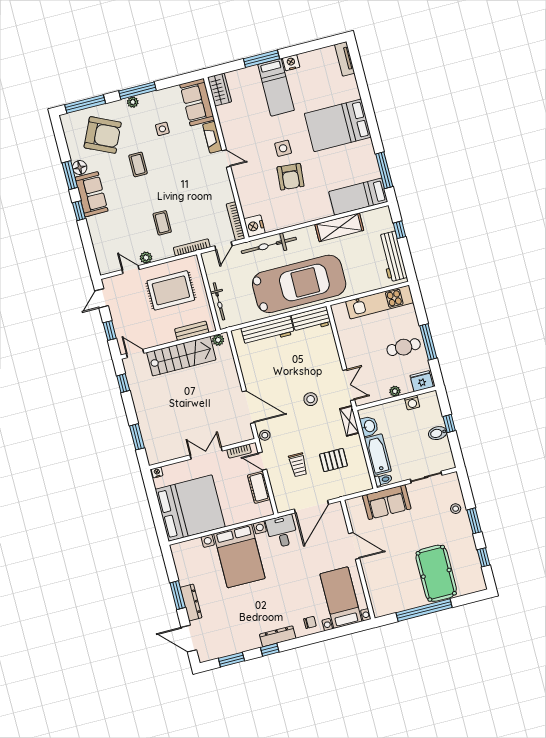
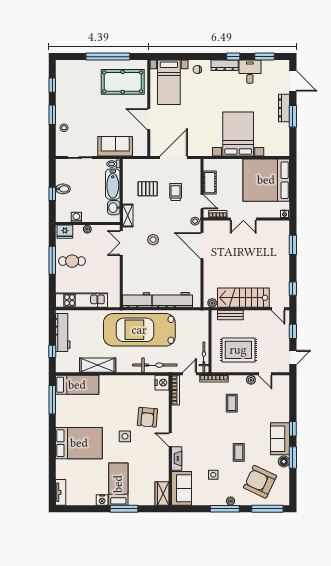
armchair: (290, 177) -> (147, 417), moved, turned 180
bicycle: (219, 301) -> (204, 357), moved
desk: (282, 531) -> (250, 72), moved, turned 180
pool table: (436, 573) -> (123, 82), moved, turned 90

